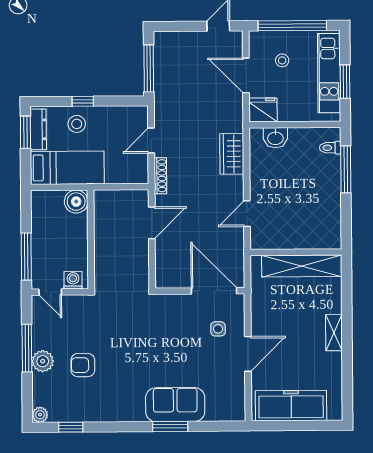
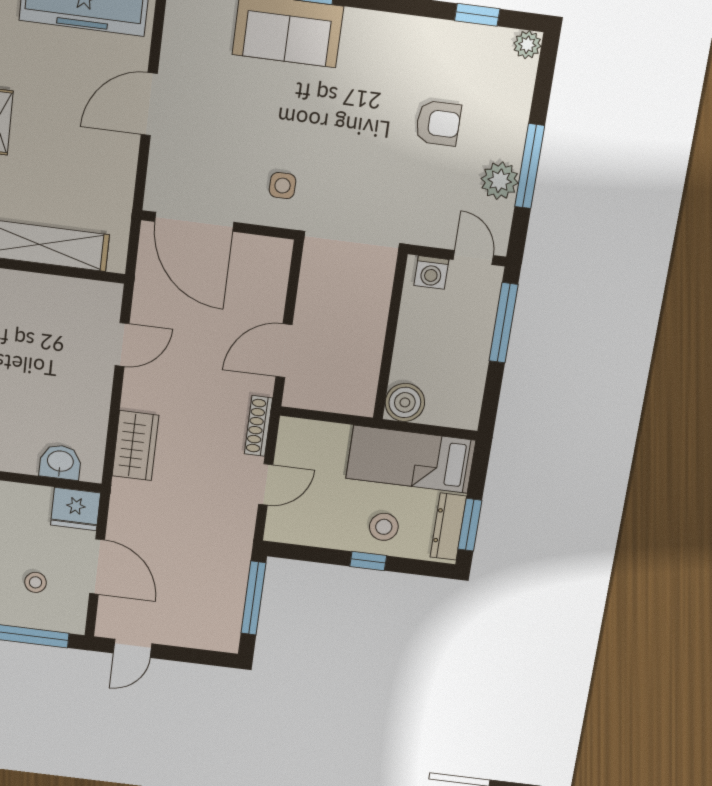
side table: (218, 329) -> (283, 186), moved
plant: (43, 361) -> (500, 181), moved

